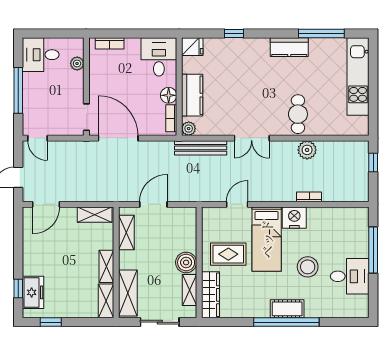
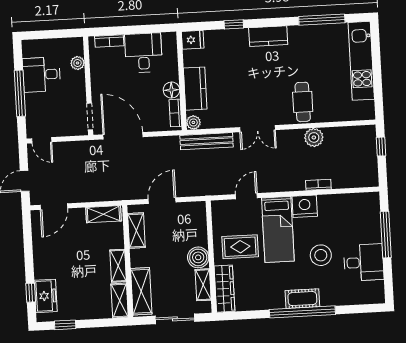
kitchen counter: (289, 47) -> (268, 36), moved
desk: (41, 55) -> (41, 75), moved
desk: (159, 57) -> (143, 53), moved

